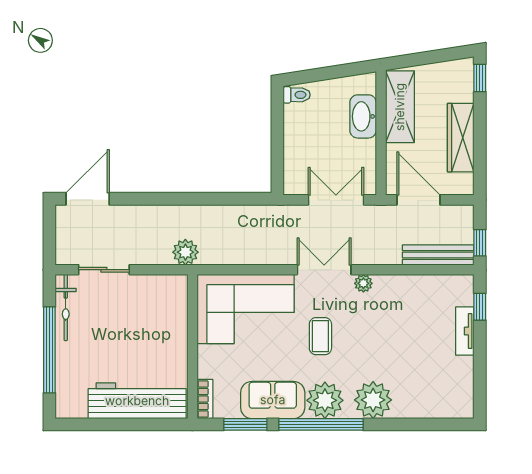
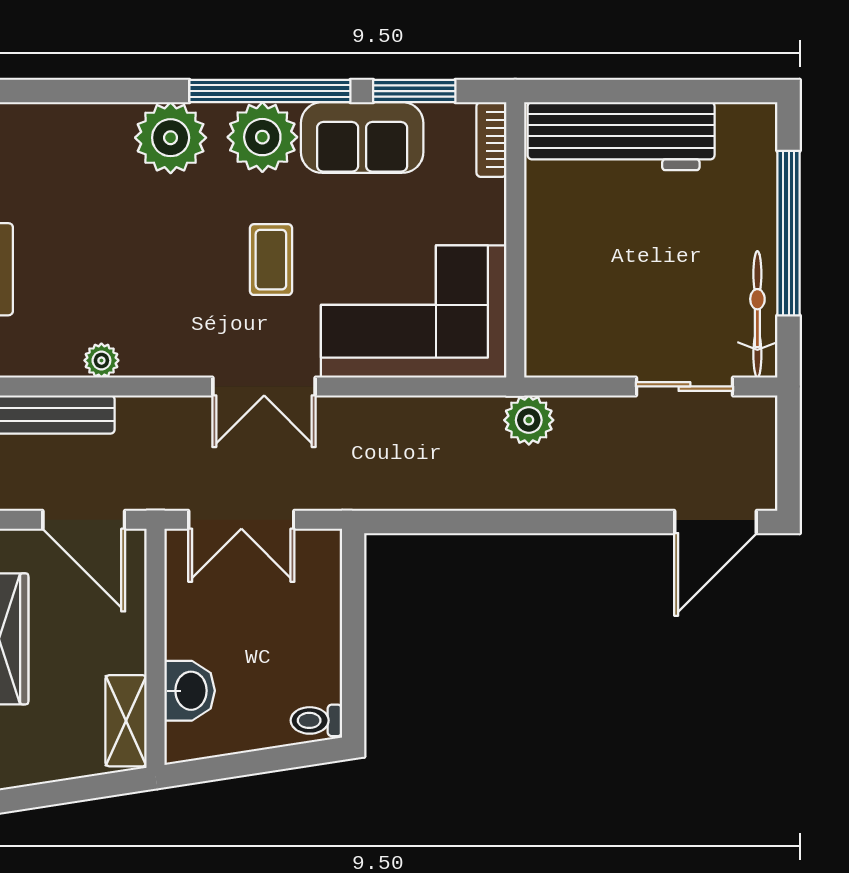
shelving: (400, 107) -> (126, 721), width x0.67, depth x0.75
washbasin: (363, 116) -> (190, 691), width x0.72
plant: (363, 283) -> (101, 360), moved

